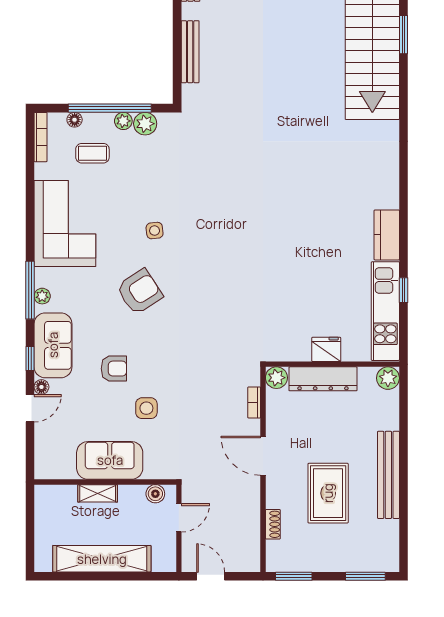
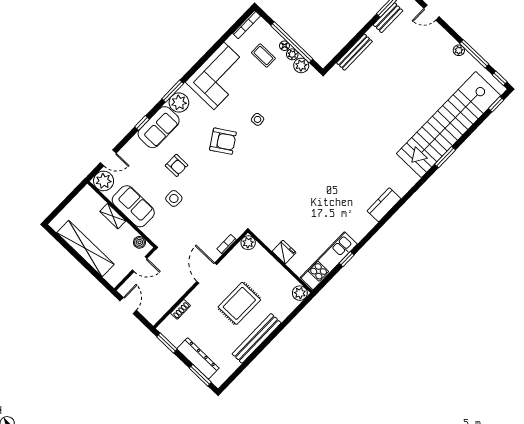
window: (403, 35) -> (445, 157), moved
floor lamp: (75, 120) -> (284, 46), moved
kitchen counter: (387, 235) -> (384, 205), moved
window: (30, 290) -> (173, 91), width x0.69
plant: (42, 296) -> (179, 103), width x1.88, depth x1.88
dresser: (323, 379) -> (198, 358), moved, turned 180
floor lamp: (41, 387) -> (135, 141), removed
door: (30, 408) -> (108, 158), moved
plant: (50, 464) -> (104, 181), added
rug: (328, 493) -> (239, 303), moved

